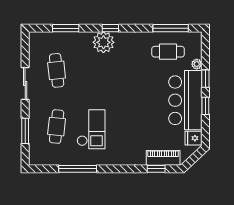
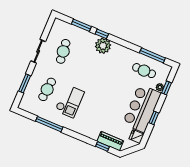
window: (110, 28) -> (102, 34), moved
window: (205, 79) -> (166, 88), moved

